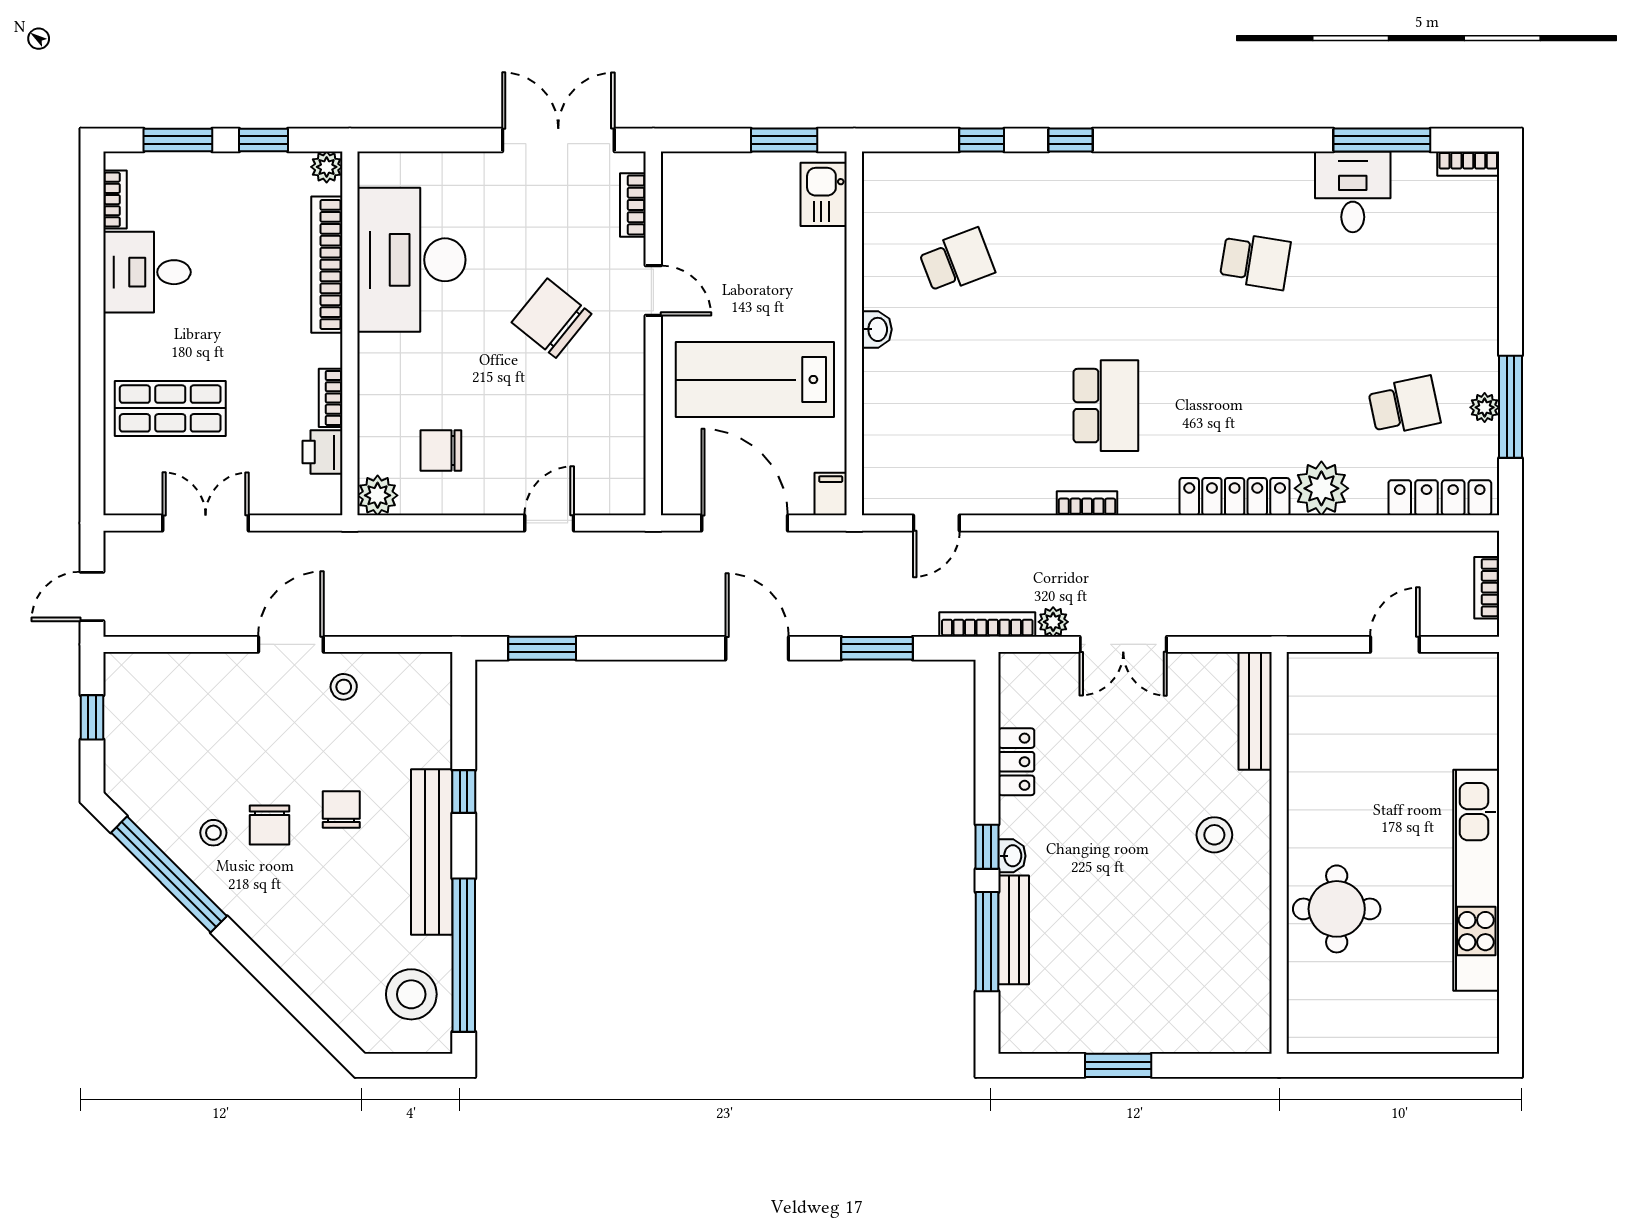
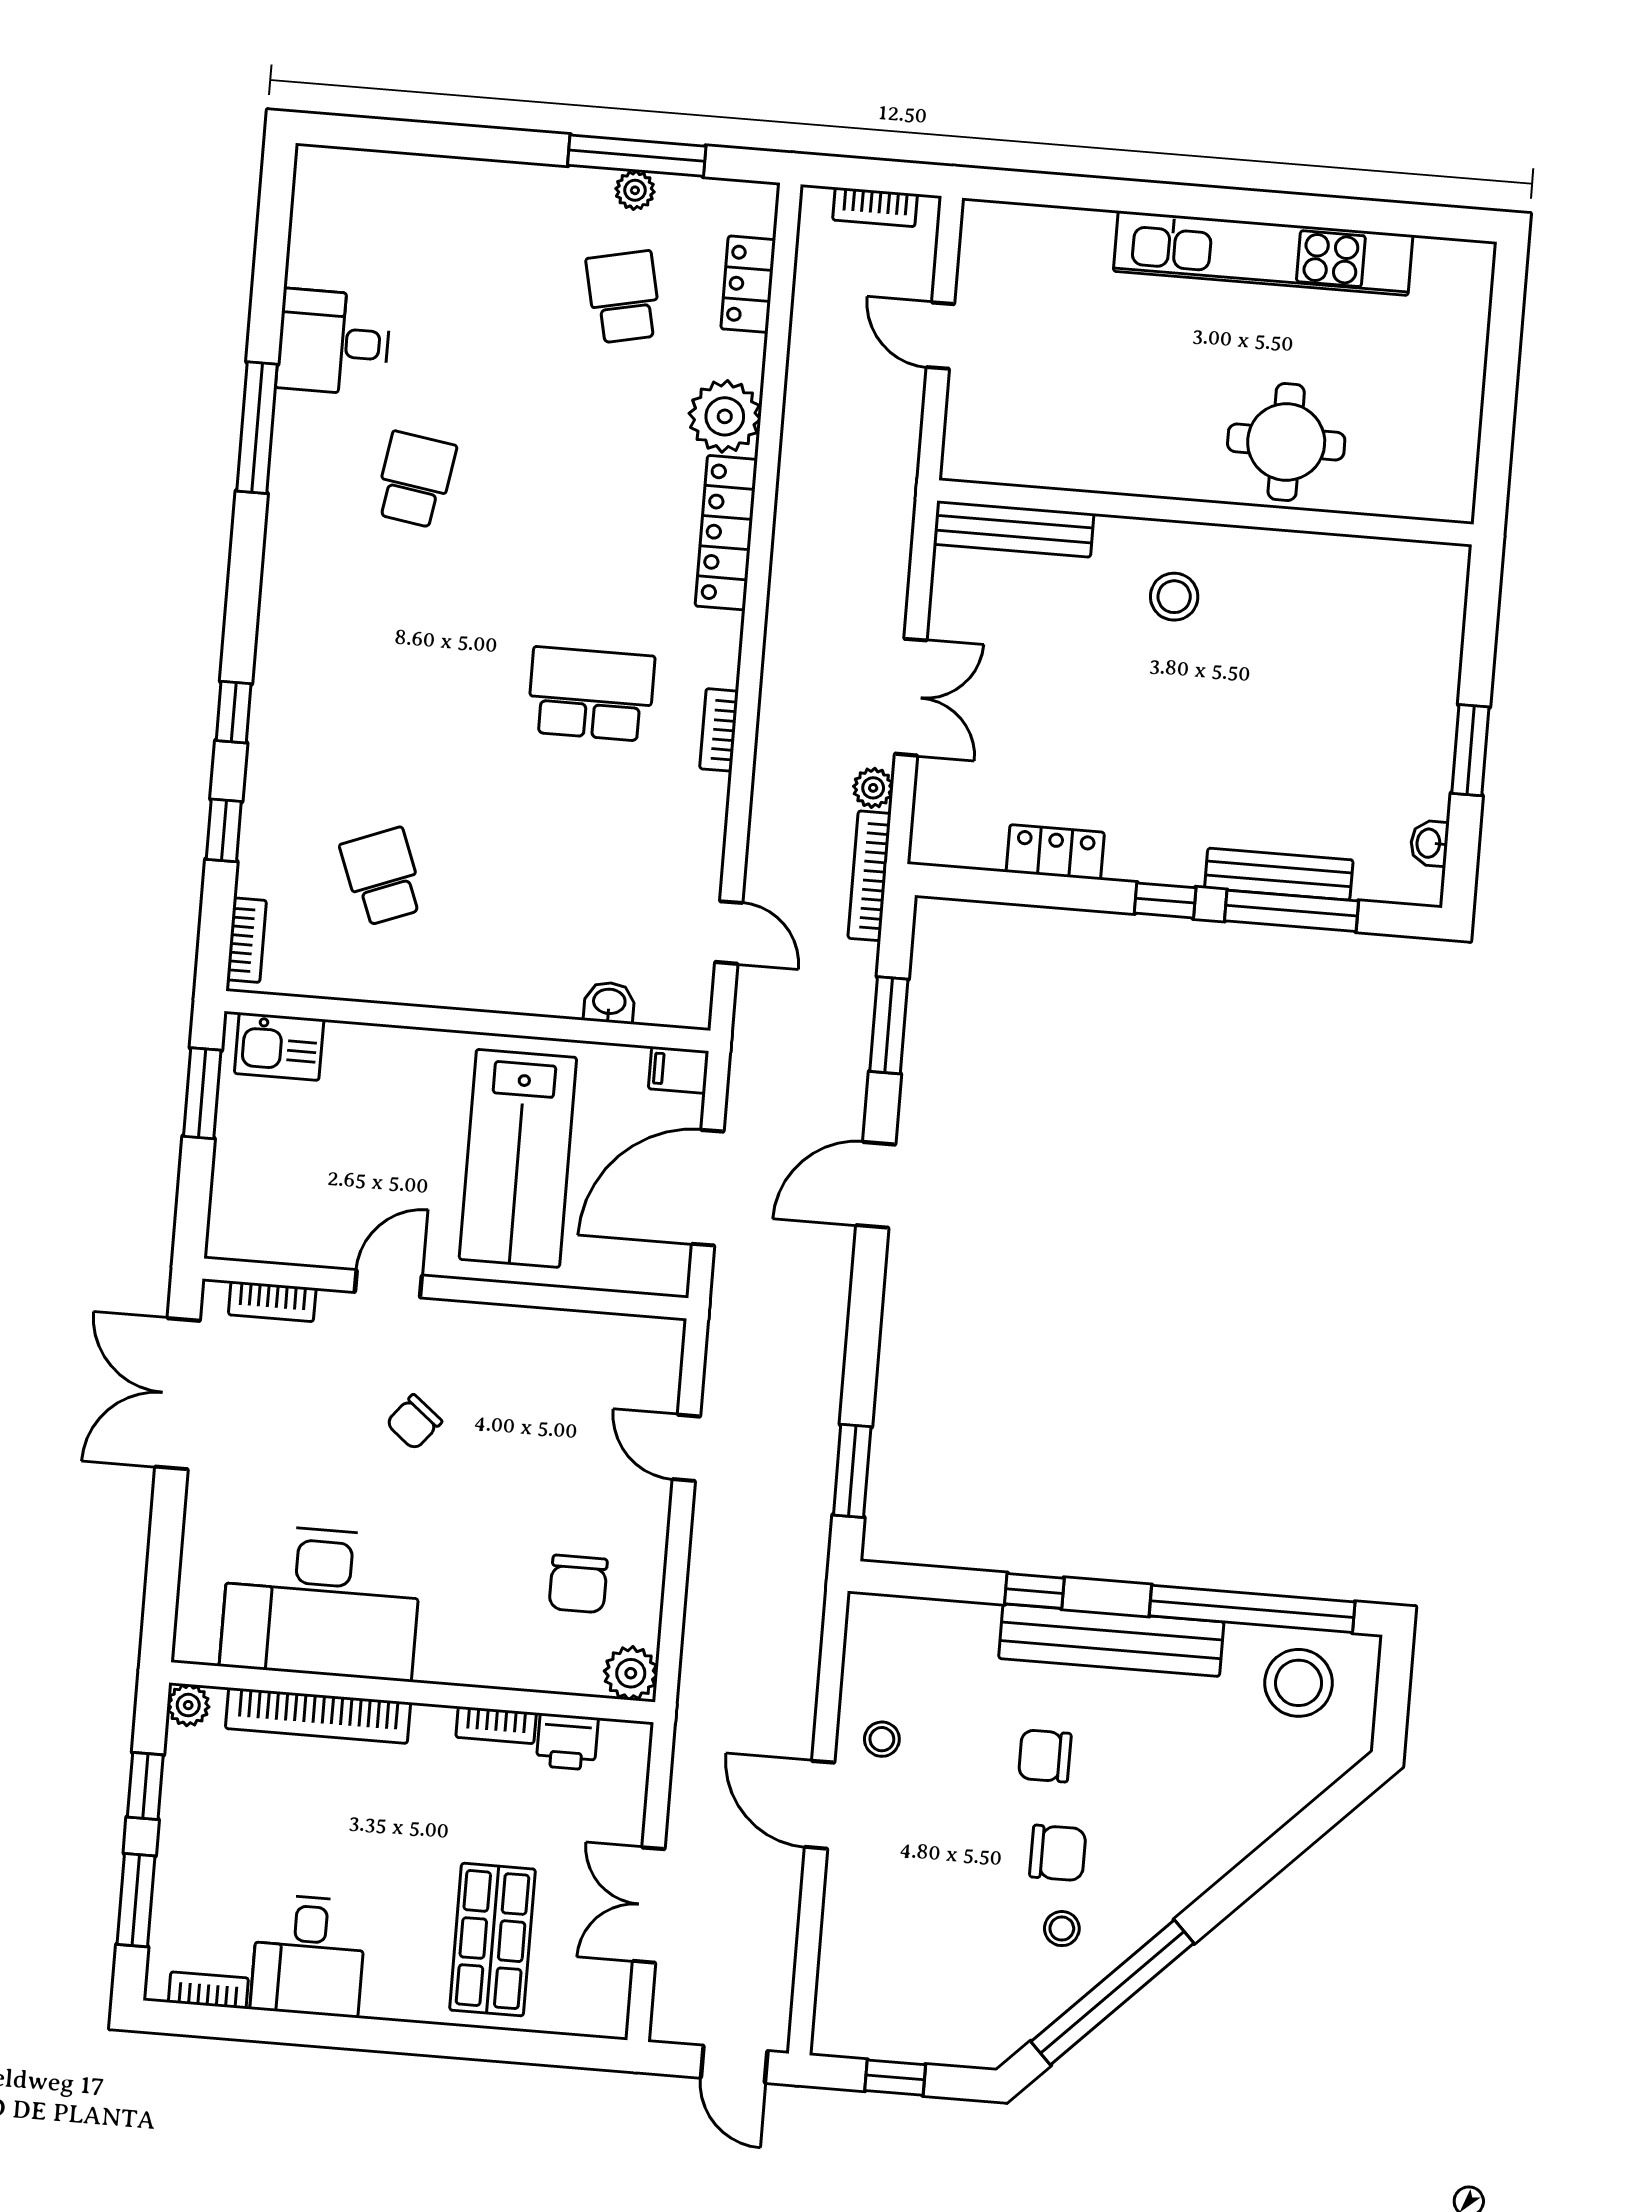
window: (1382, 140) -> (257, 428), moved
bookcase: (1468, 164) -> (247, 940), moved
chair: (552, 318) -> (414, 1422), width x0.54, depth x0.54
washbasin: (877, 329) -> (609, 1003), moved
locker: (1440, 498) -> (748, 284), width x0.66
washbasin: (1012, 856) -> (1429, 843), moved, turned -90

